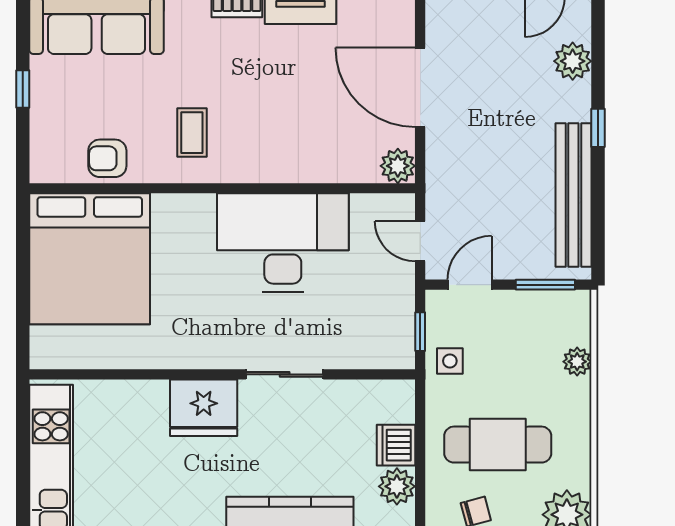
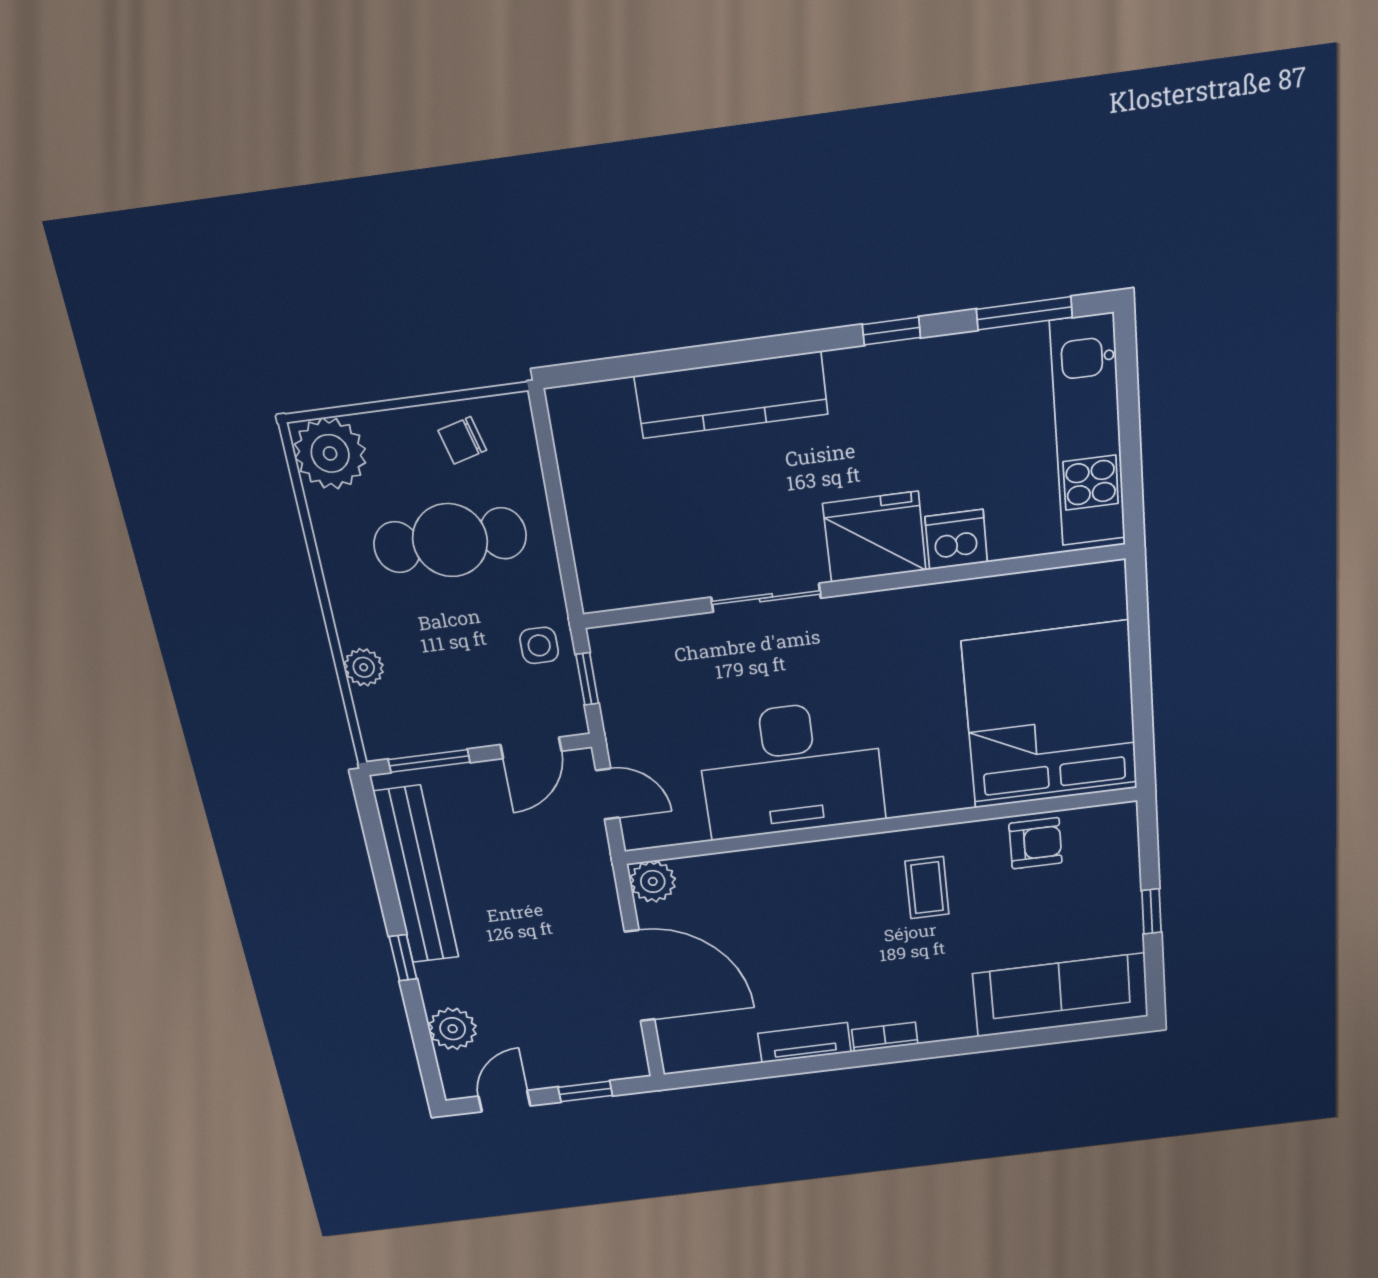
dishwasher: (396, 445) -> (956, 540), moved, turned -90
plant: (397, 486) -> (583, 462), removed

